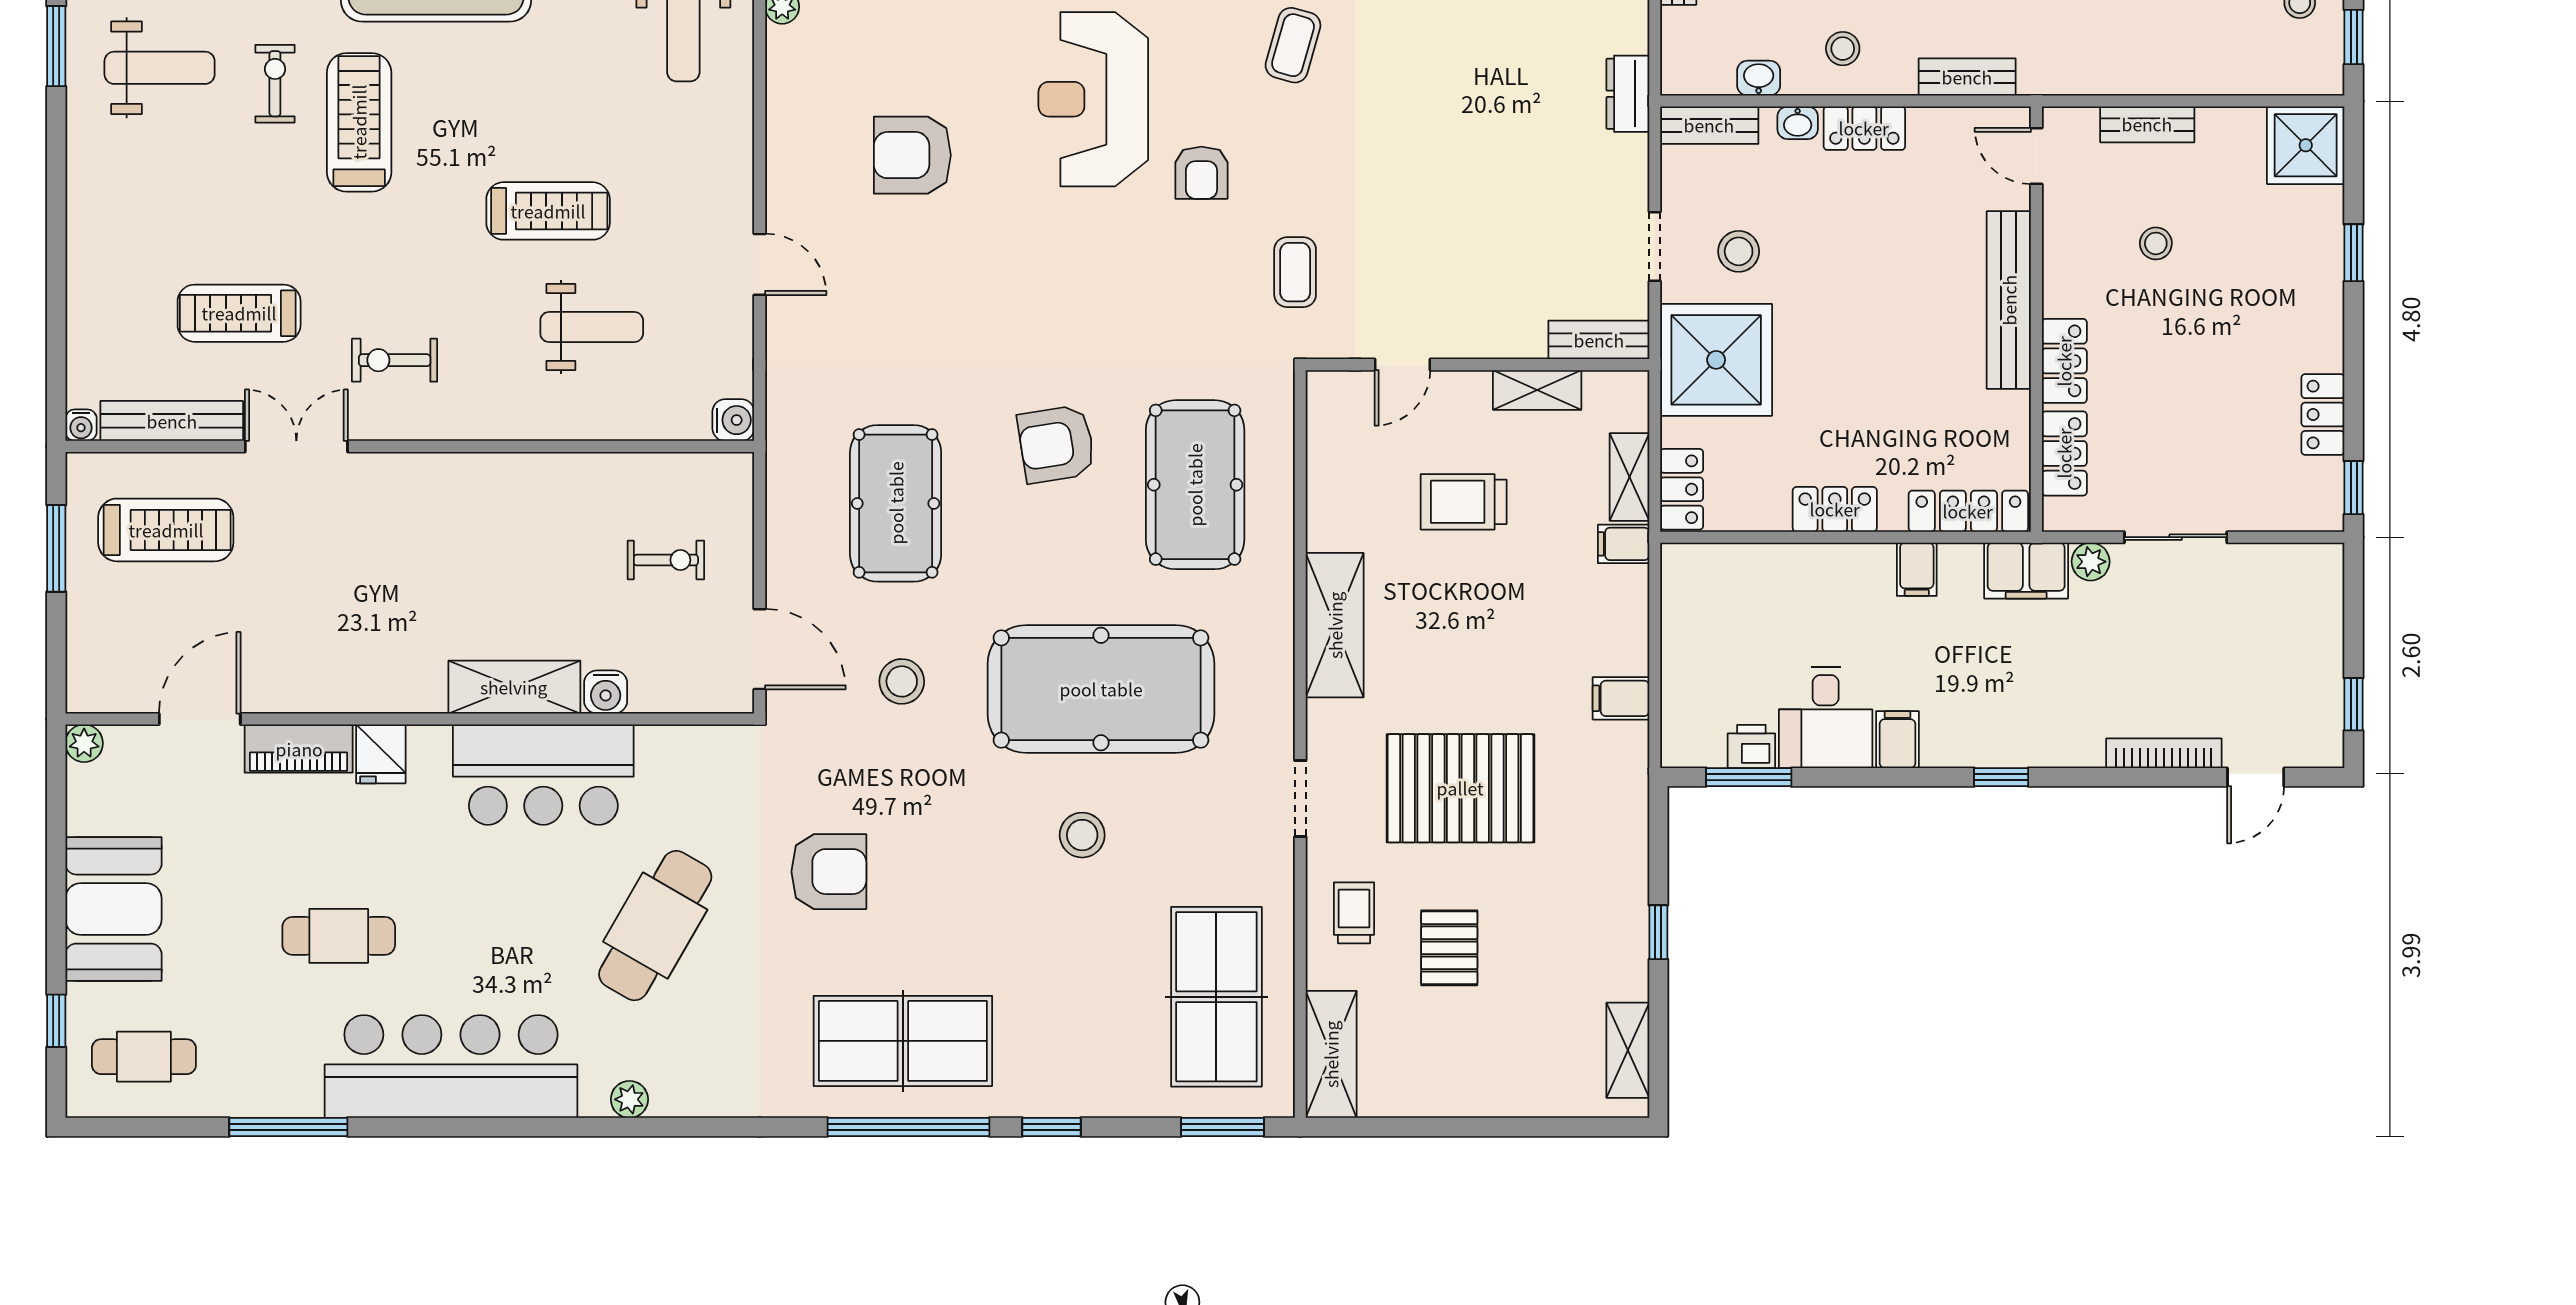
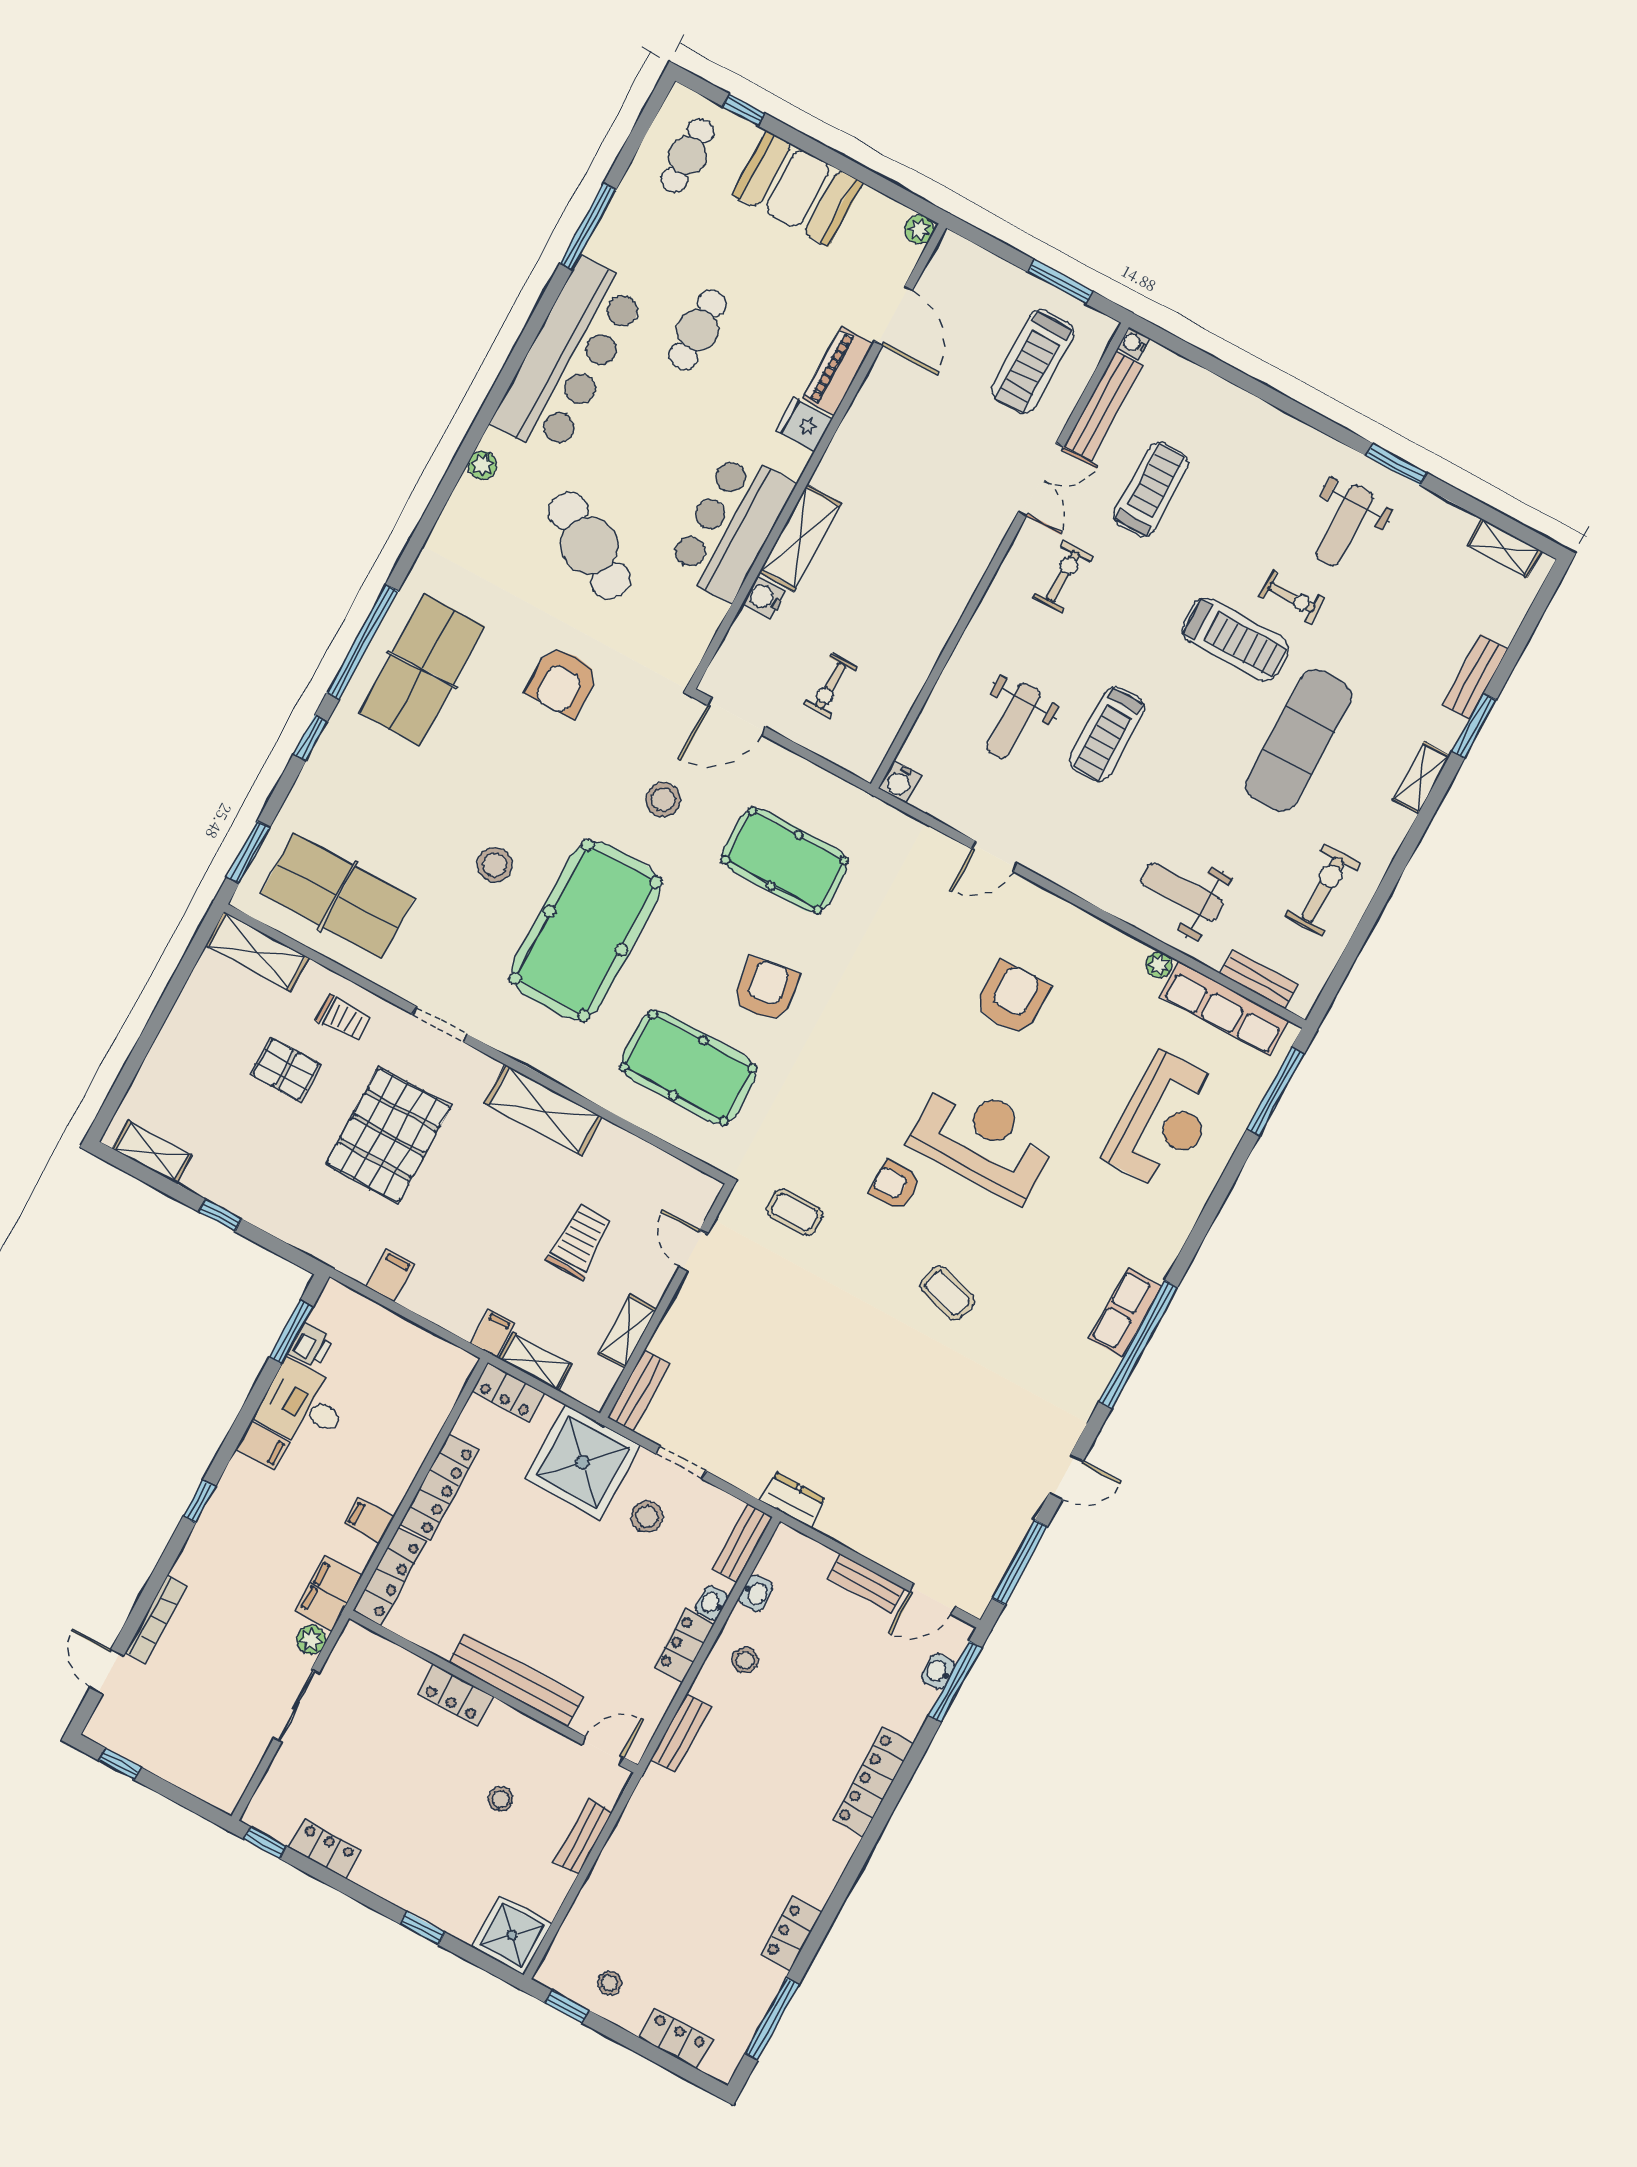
locker: (2064, 453) -> (393, 1661), removed
locker: (1835, 509) -> (439, 1487), width x1.53

